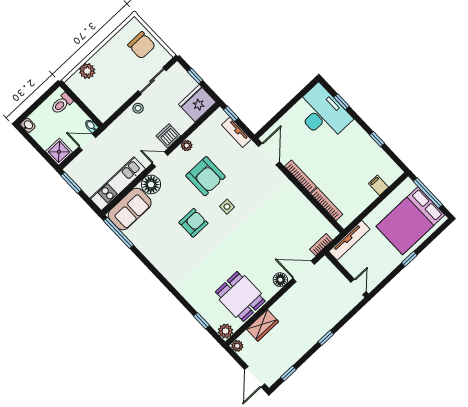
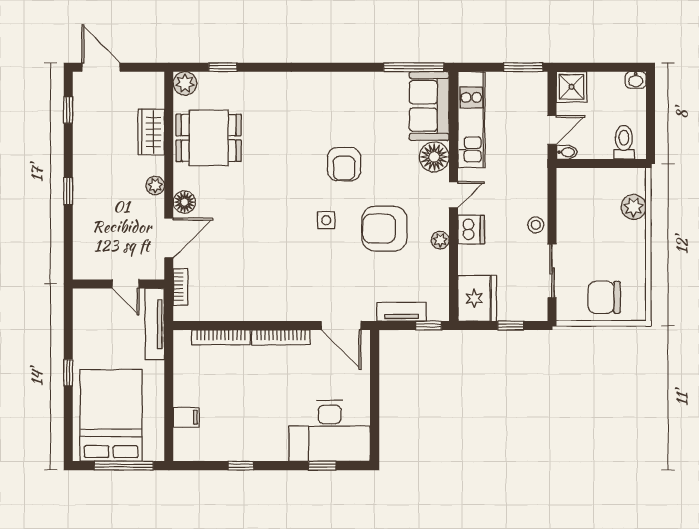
door: (359, 287) -> (126, 284), moved
plant: (237, 346) -> (155, 186), moved

